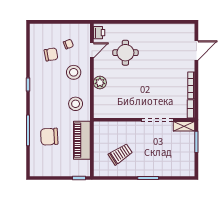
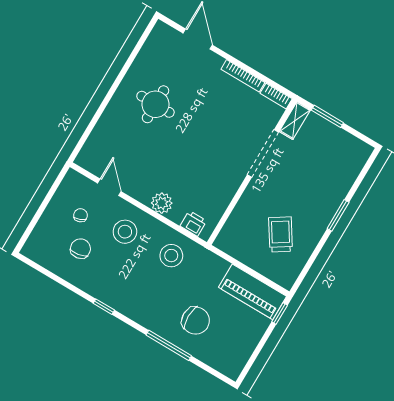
printer: (99, 33) -> (193, 223), moved
round table: (125, 53) -> (155, 104), moved
chair: (49, 137) -> (196, 321), turned -87
piano: (82, 140) -> (253, 292), moved

